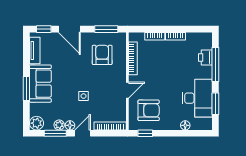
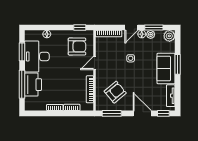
armchair: (102, 55) -> (115, 92), turned -130
printer: (205, 57) -> (33, 85), width x1.87, depth x1.48
armchair: (149, 110) -> (77, 46), turned 180

